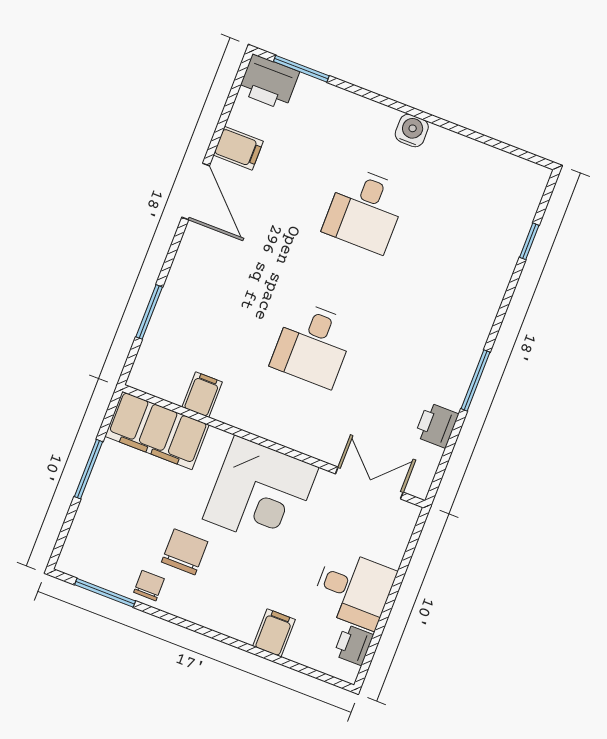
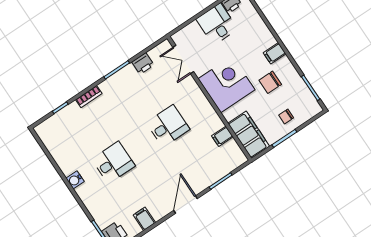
door: (196, 191) -> (186, 204), moved
bookcase: (492, 297) -> (89, 97), added
chair: (149, 586) -> (286, 116), moved
filing cabinet: (274, 633) -> (275, 53), moved

